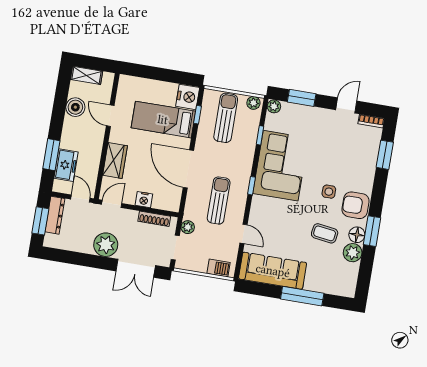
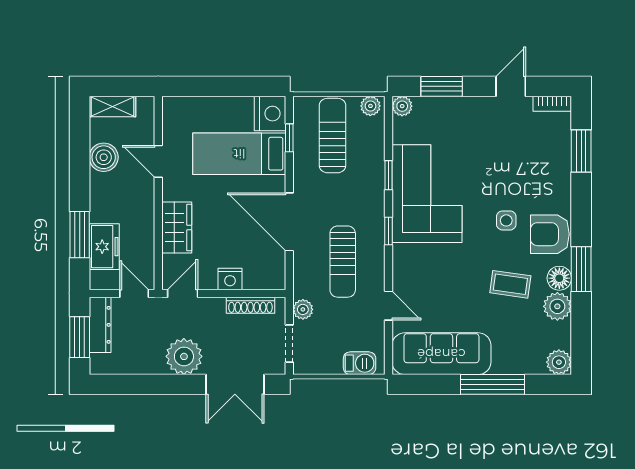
window: (260, 135) -> (388, 175), moved
sun lounger: (219, 201) -> (343, 262), turned 180
plant: (348, 289) -> (559, 362), added

